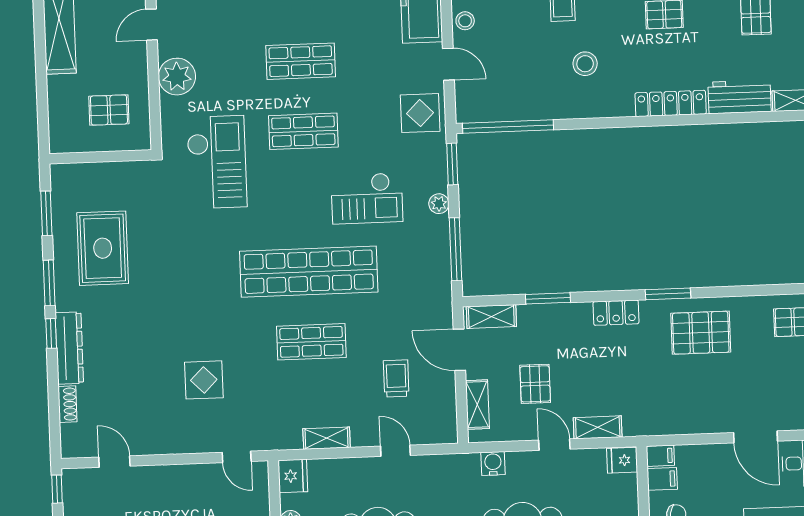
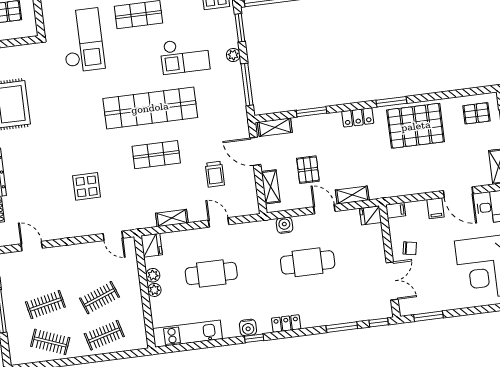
pallet: (701, 333) -> (416, 126), width x1.37, depth x1.41
trolley: (396, 378) -> (215, 174), turned 180
filing cabinet: (662, 479) -> (436, 208), moved, turned 90

